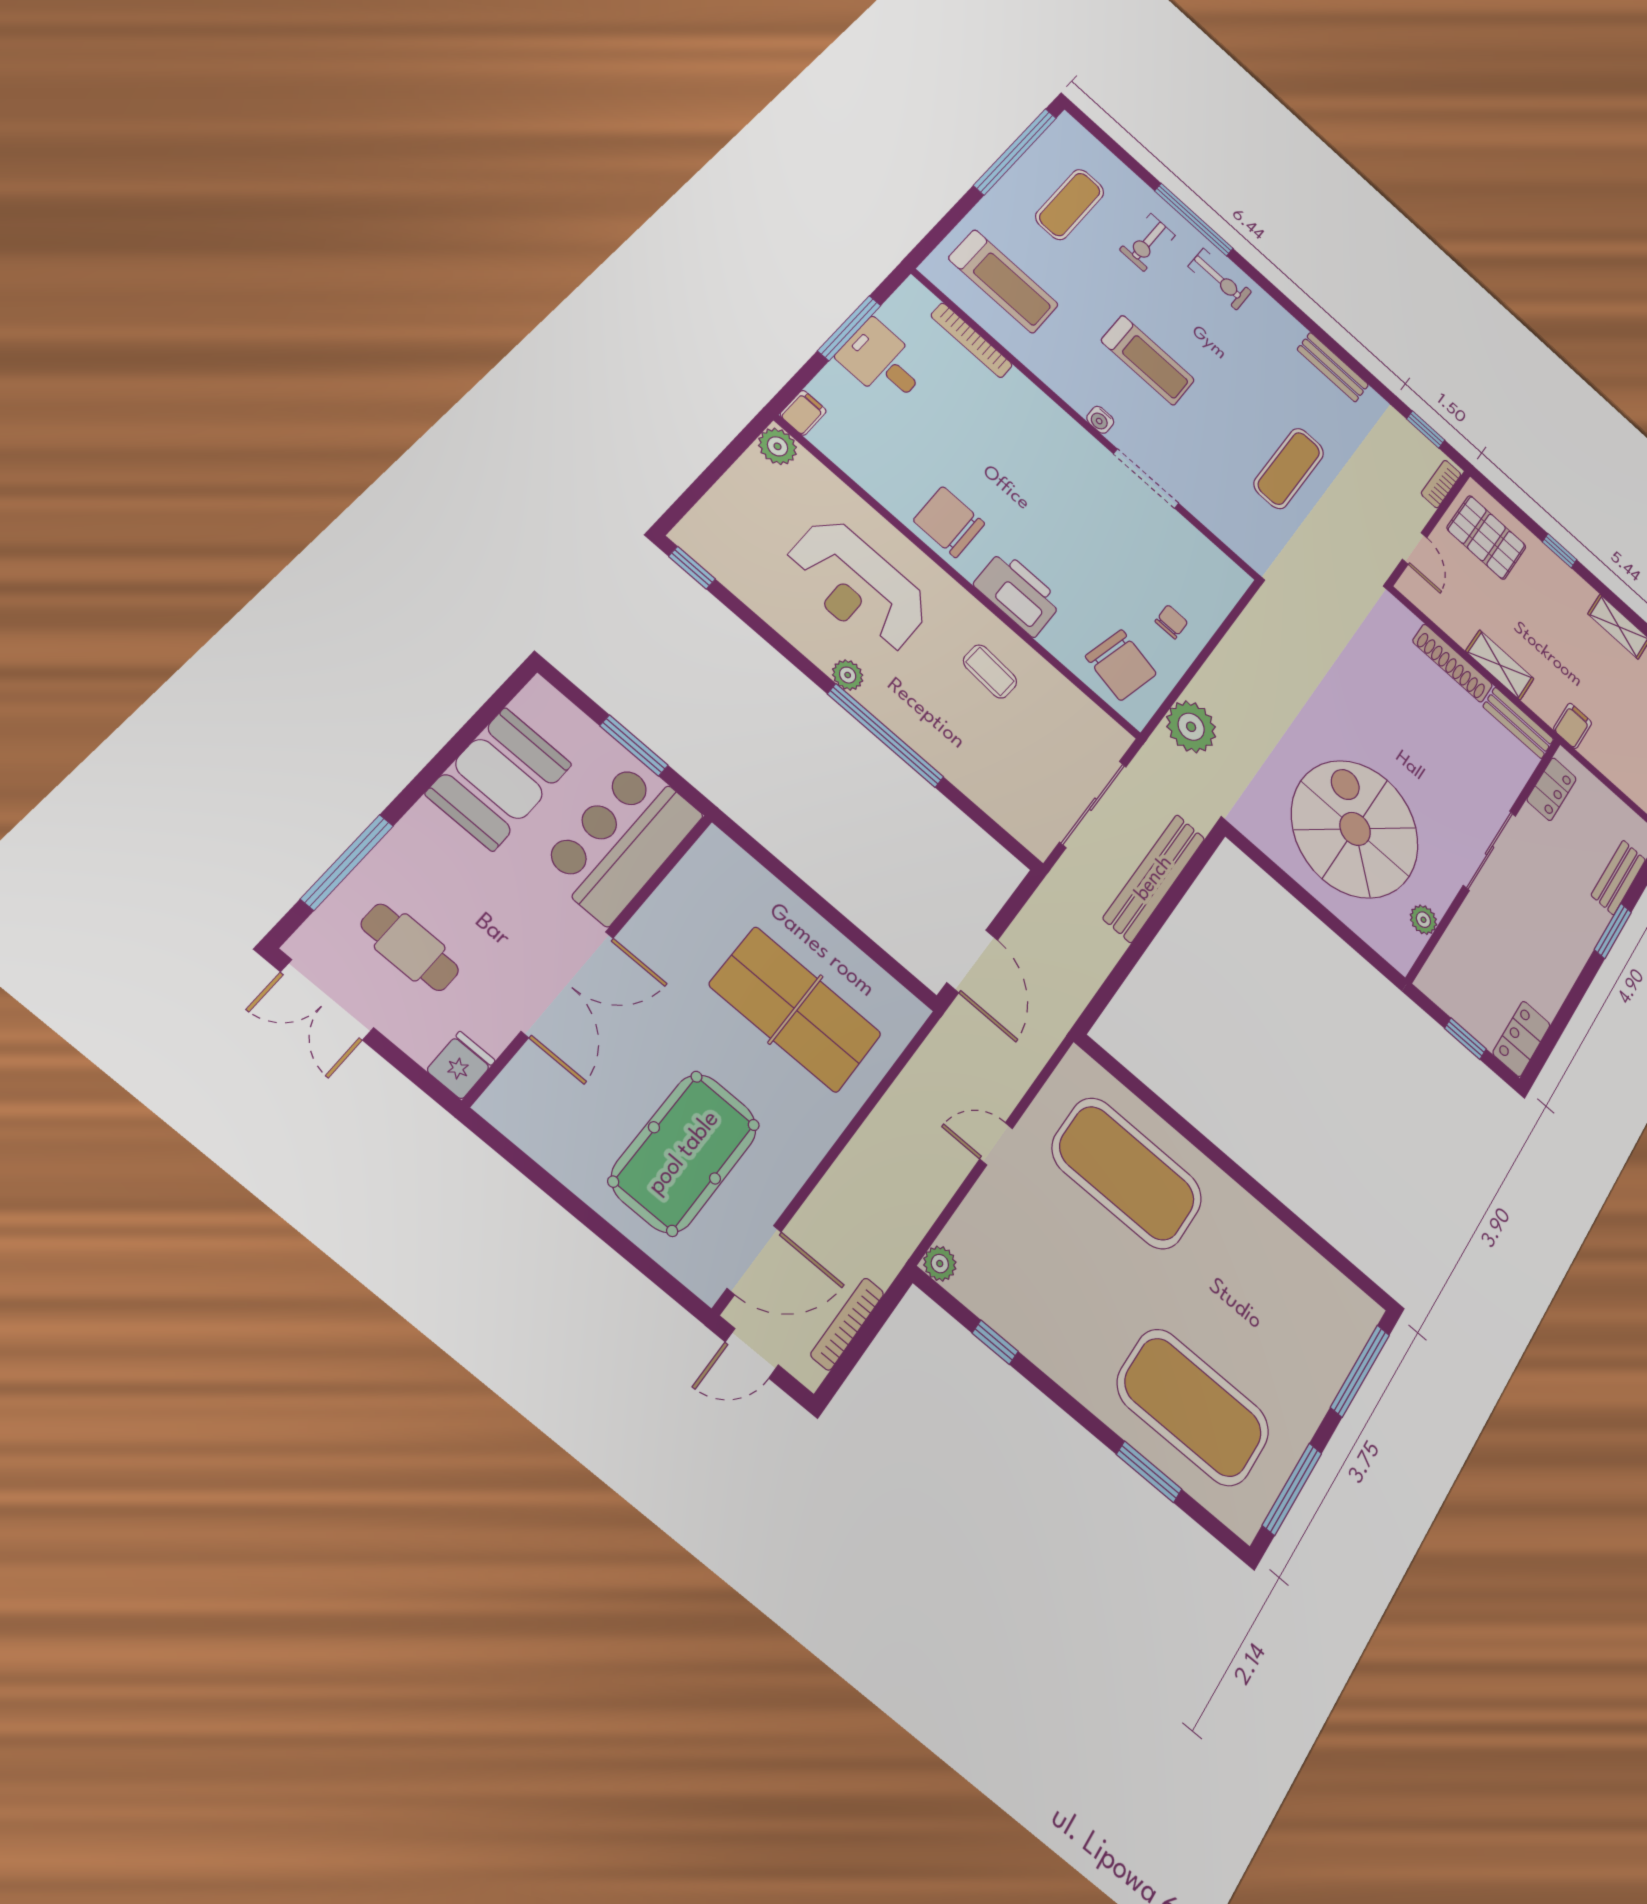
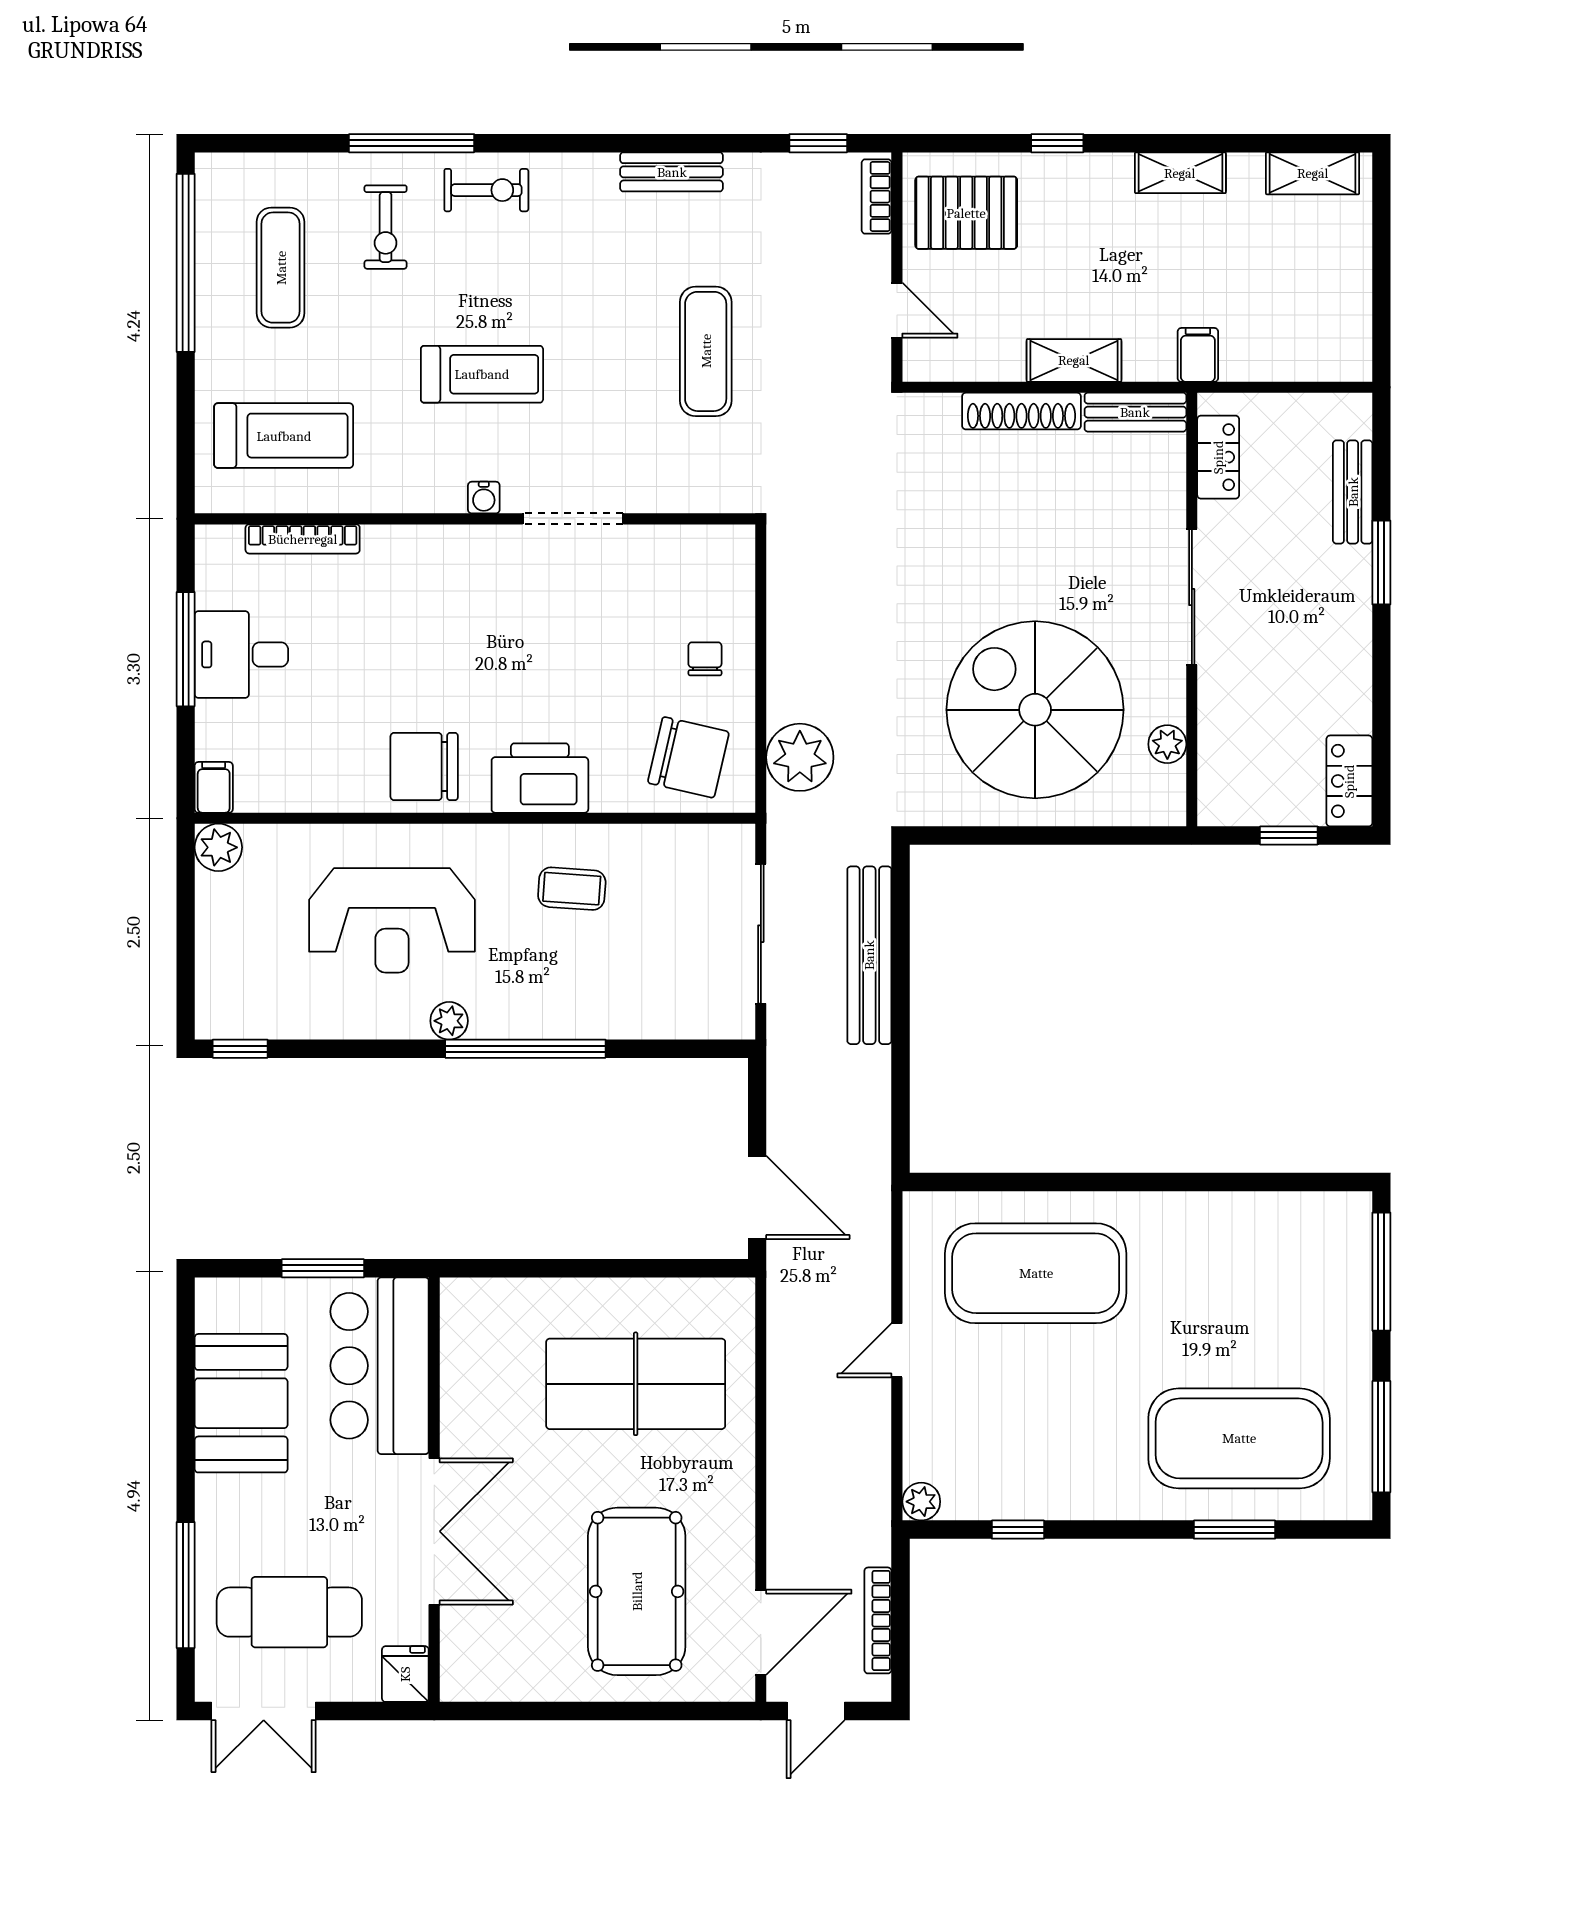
cafe table: (410, 947) -> (289, 1612), width x1.37, depth x1.35

